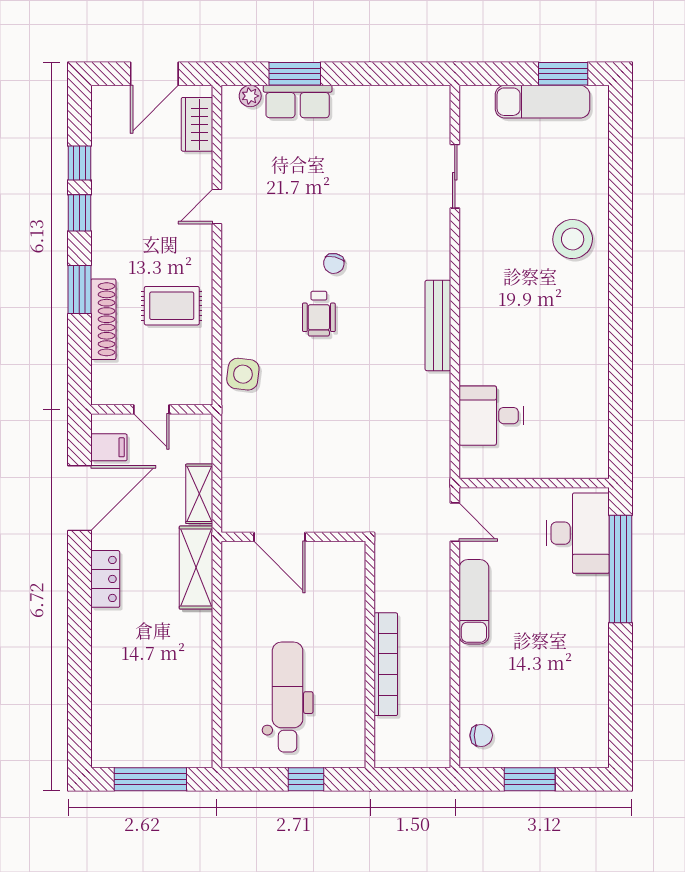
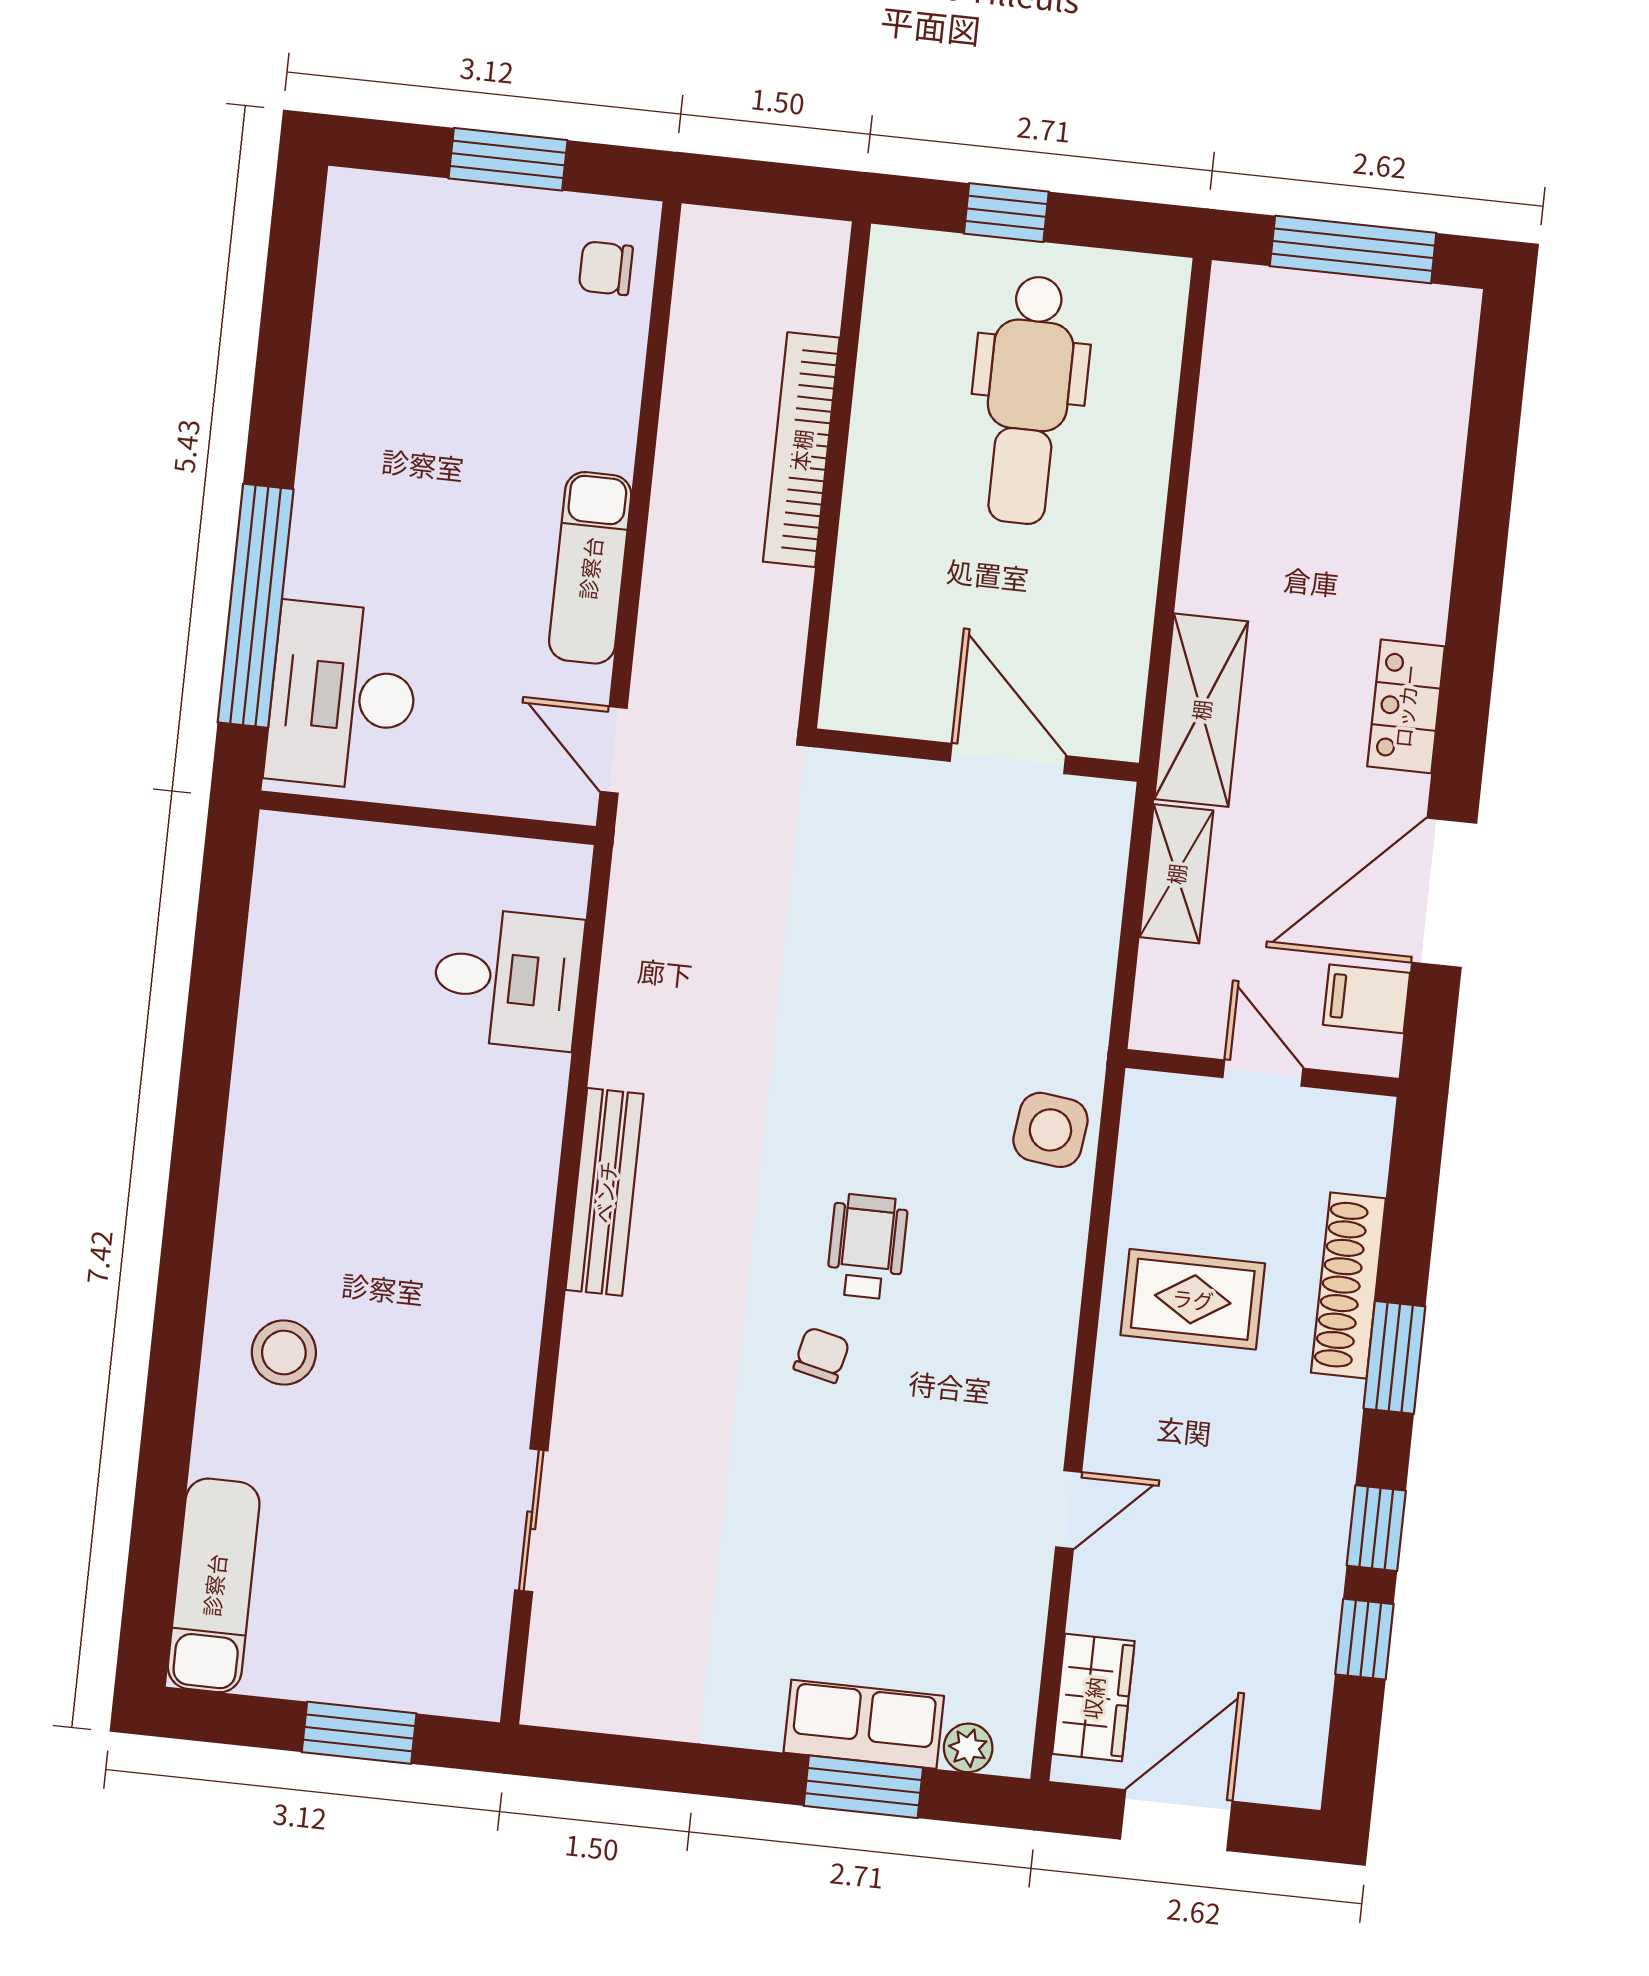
window: (563, 74) -> (359, 1733), moved
exam couch: (543, 102) -> (214, 1585), moved, turned 90
stool: (573, 239) -> (284, 1353), width x0.73, depth x0.73

